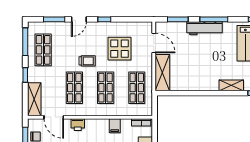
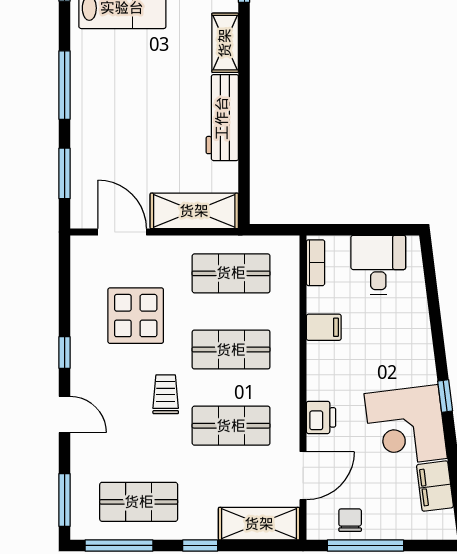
window: (54, 19) -> (65, 500), moved
workbench: (205, 28) -> (222, 118), moved, turned 180
door: (154, 43) -> (122, 232), hinge flipped

